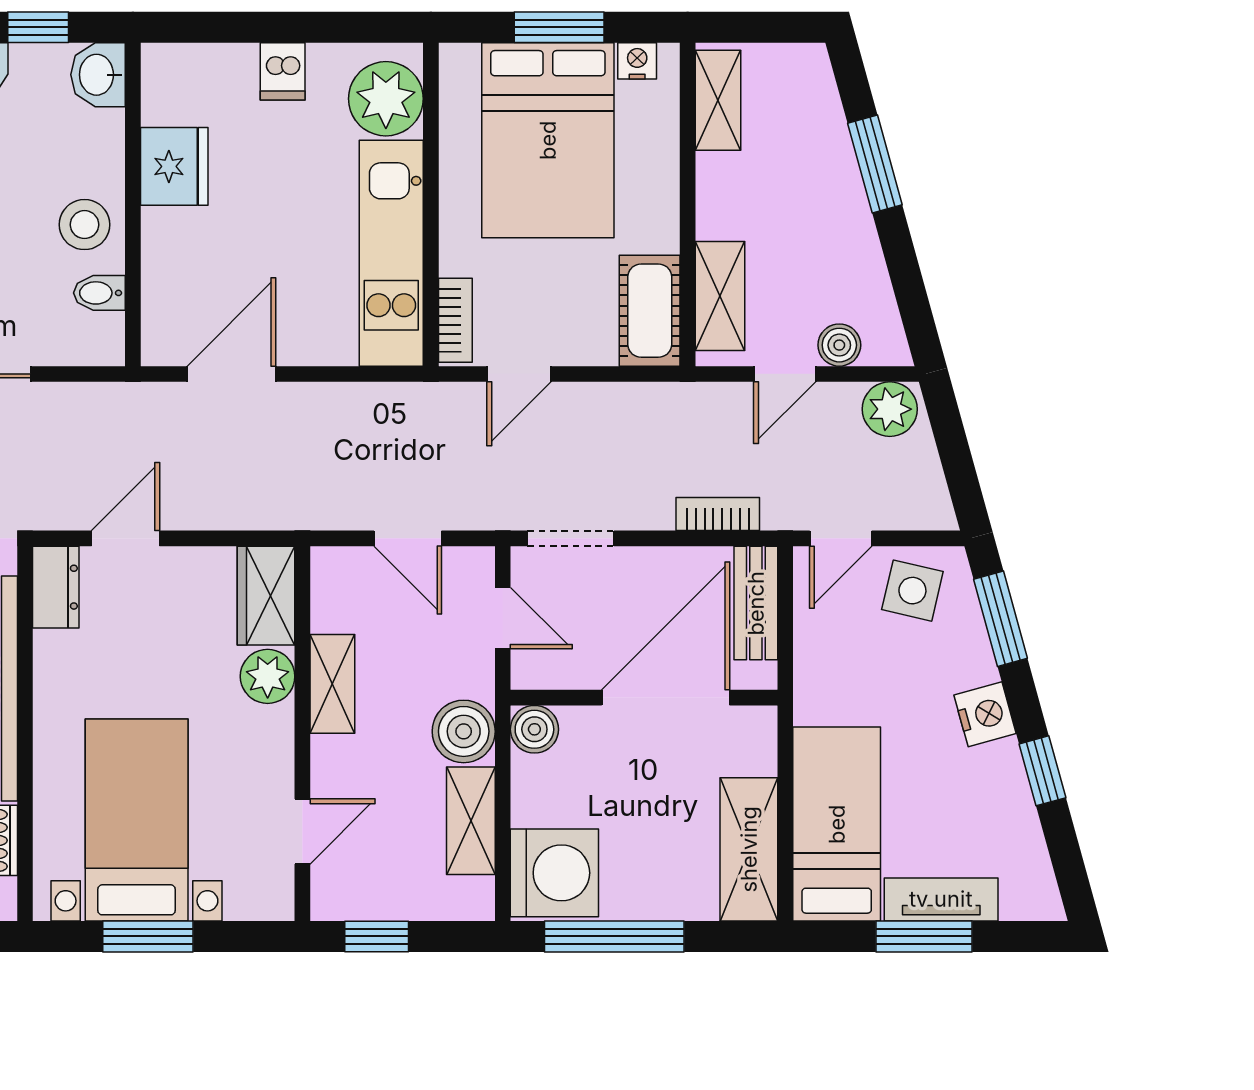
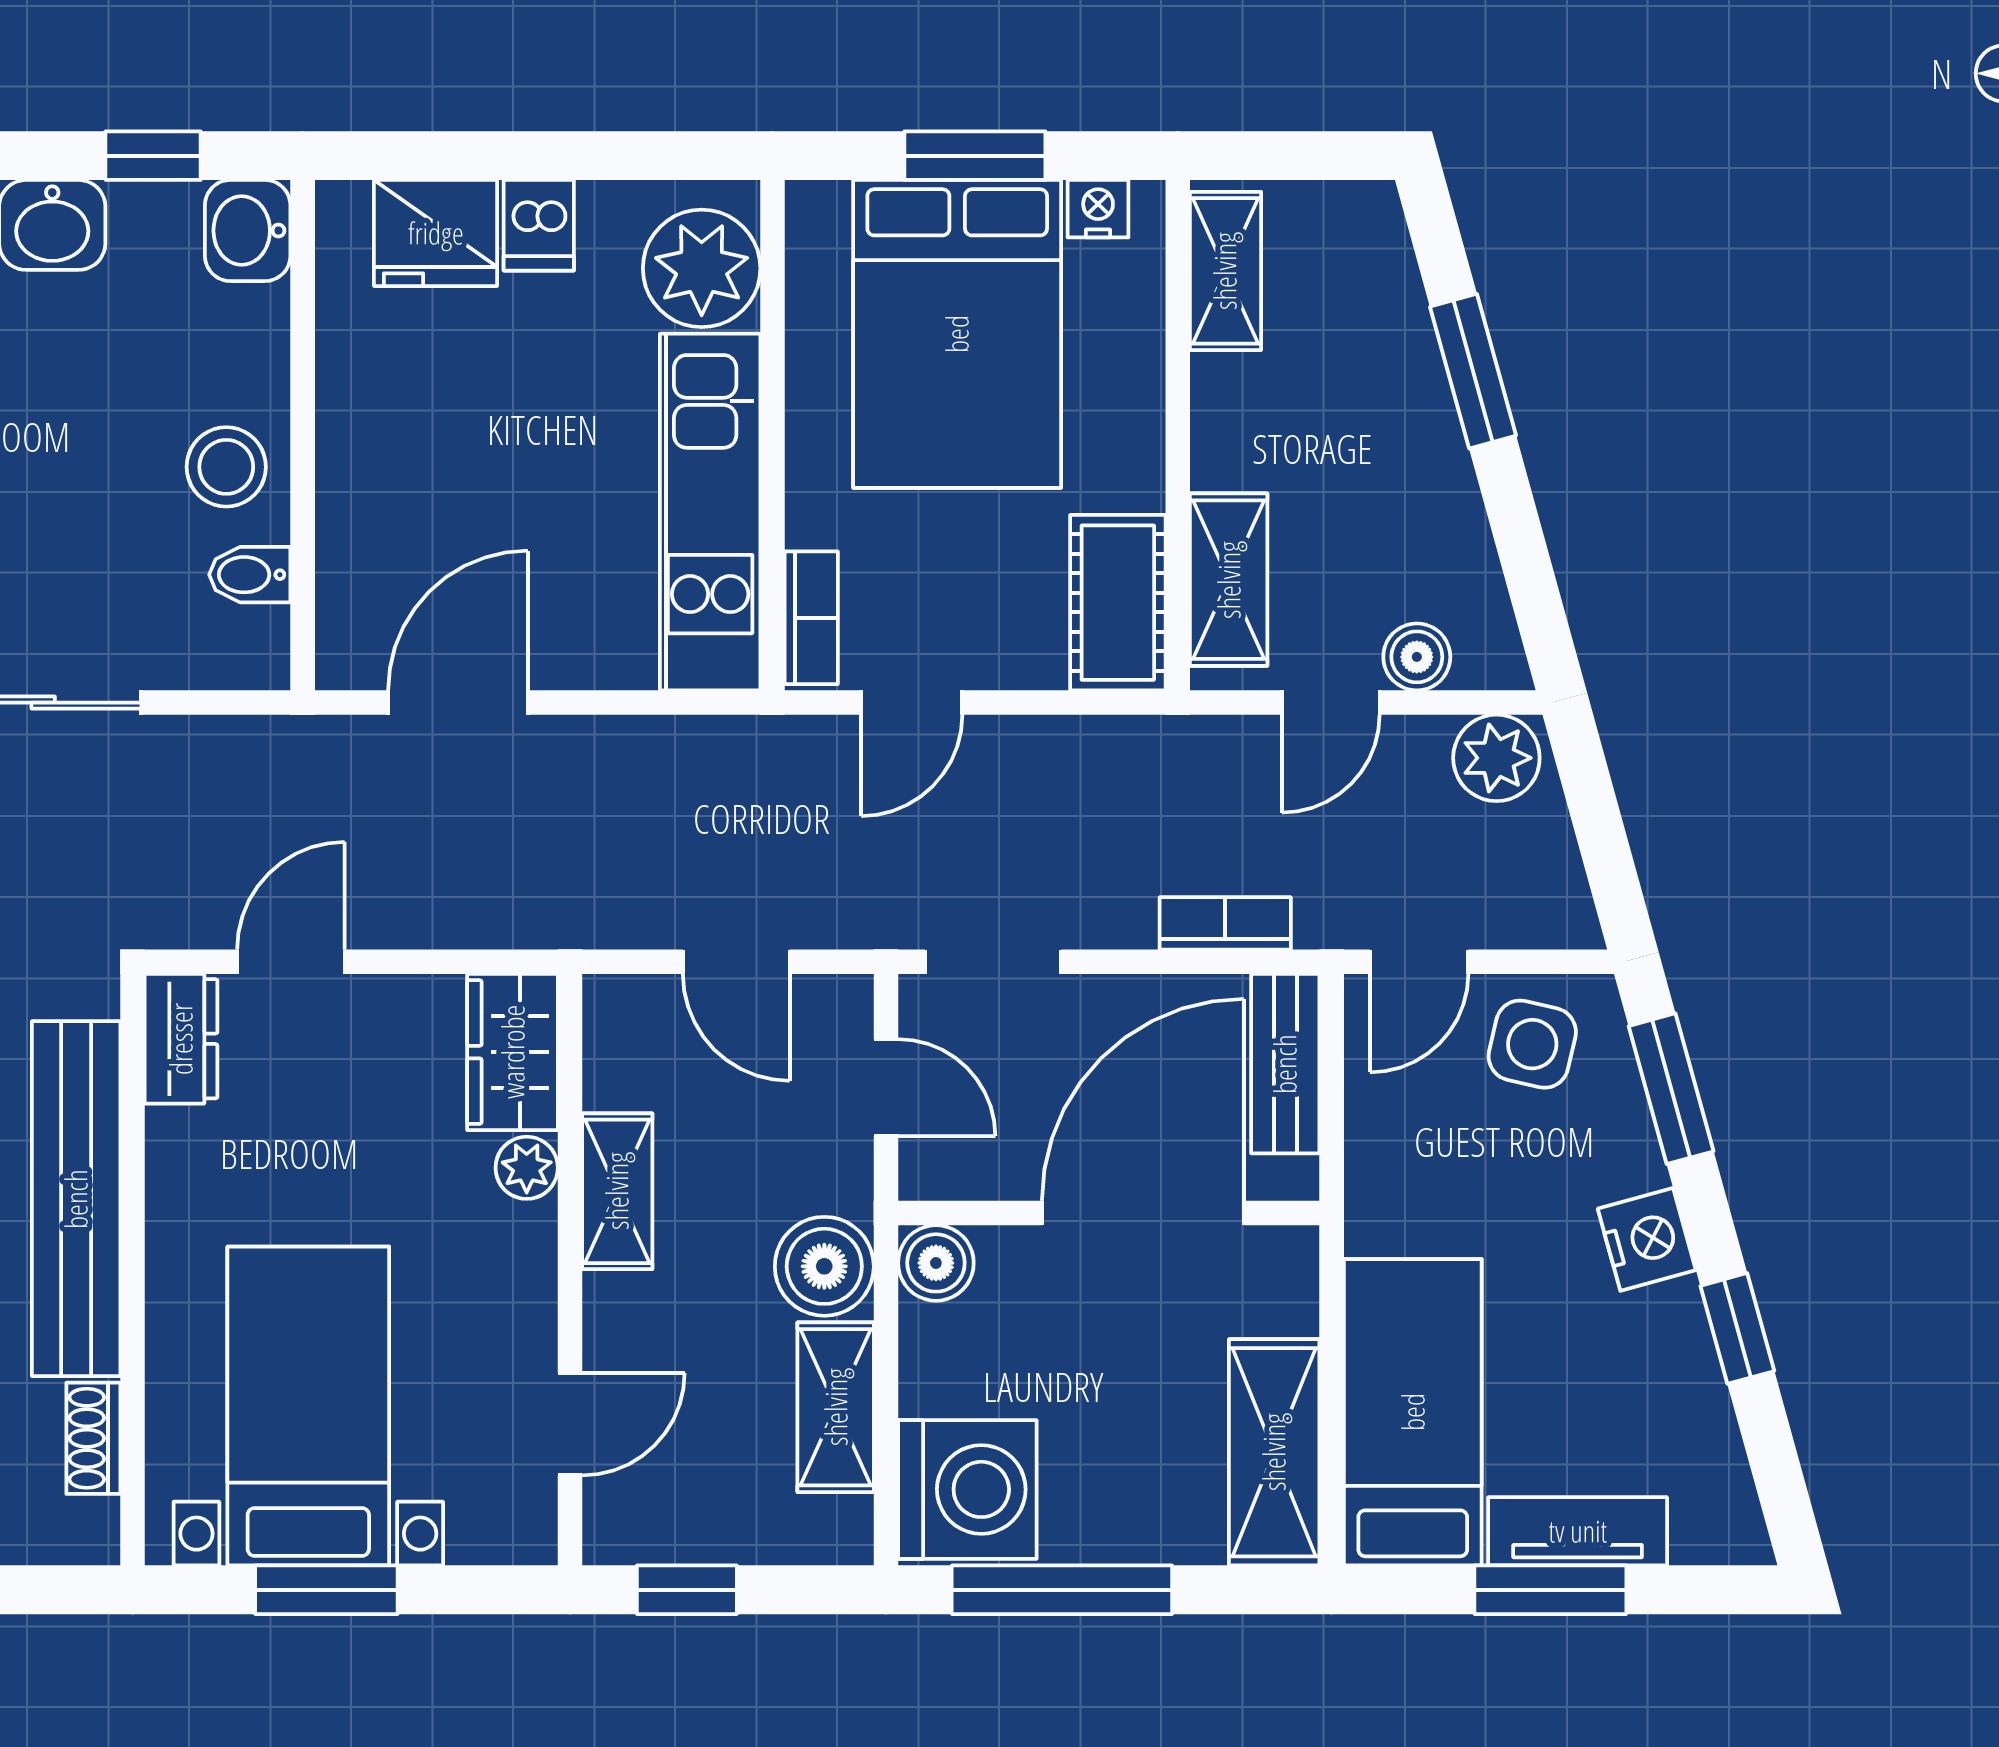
fridge: (174, 166) -> (436, 233), moved, turned 90
plant: (268, 676) -> (527, 1168), width x0.73, depth x0.73

